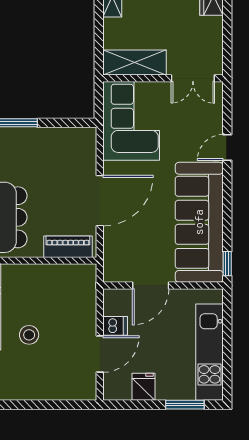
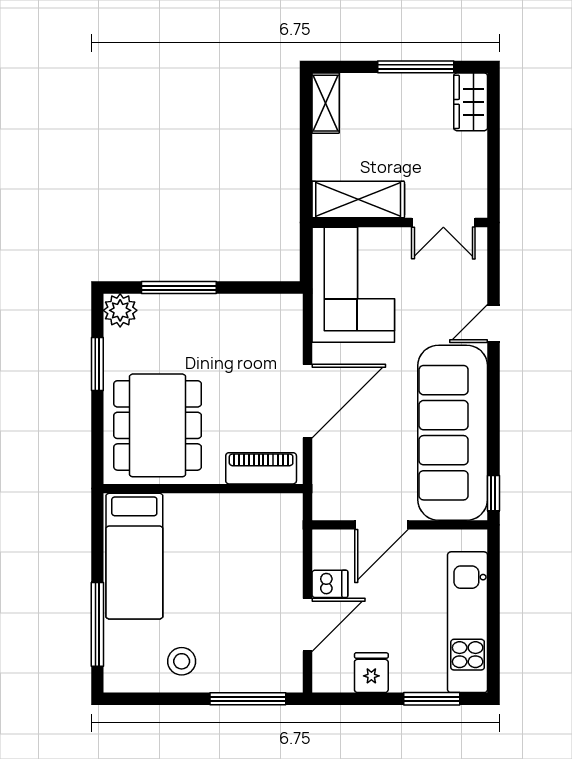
stool: (29, 335) -> (182, 661), moved
window: (59, 405) -> (248, 699), added

